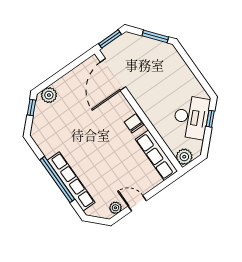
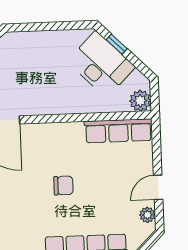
chair: (134, 123) -> (63, 186), moved, turned 180

